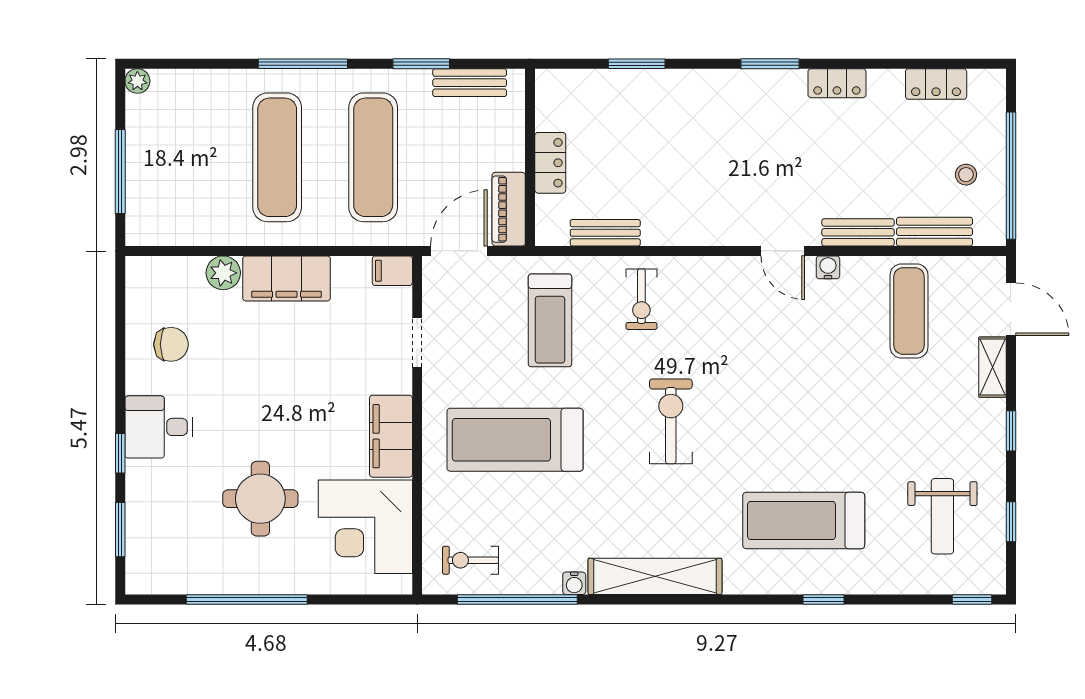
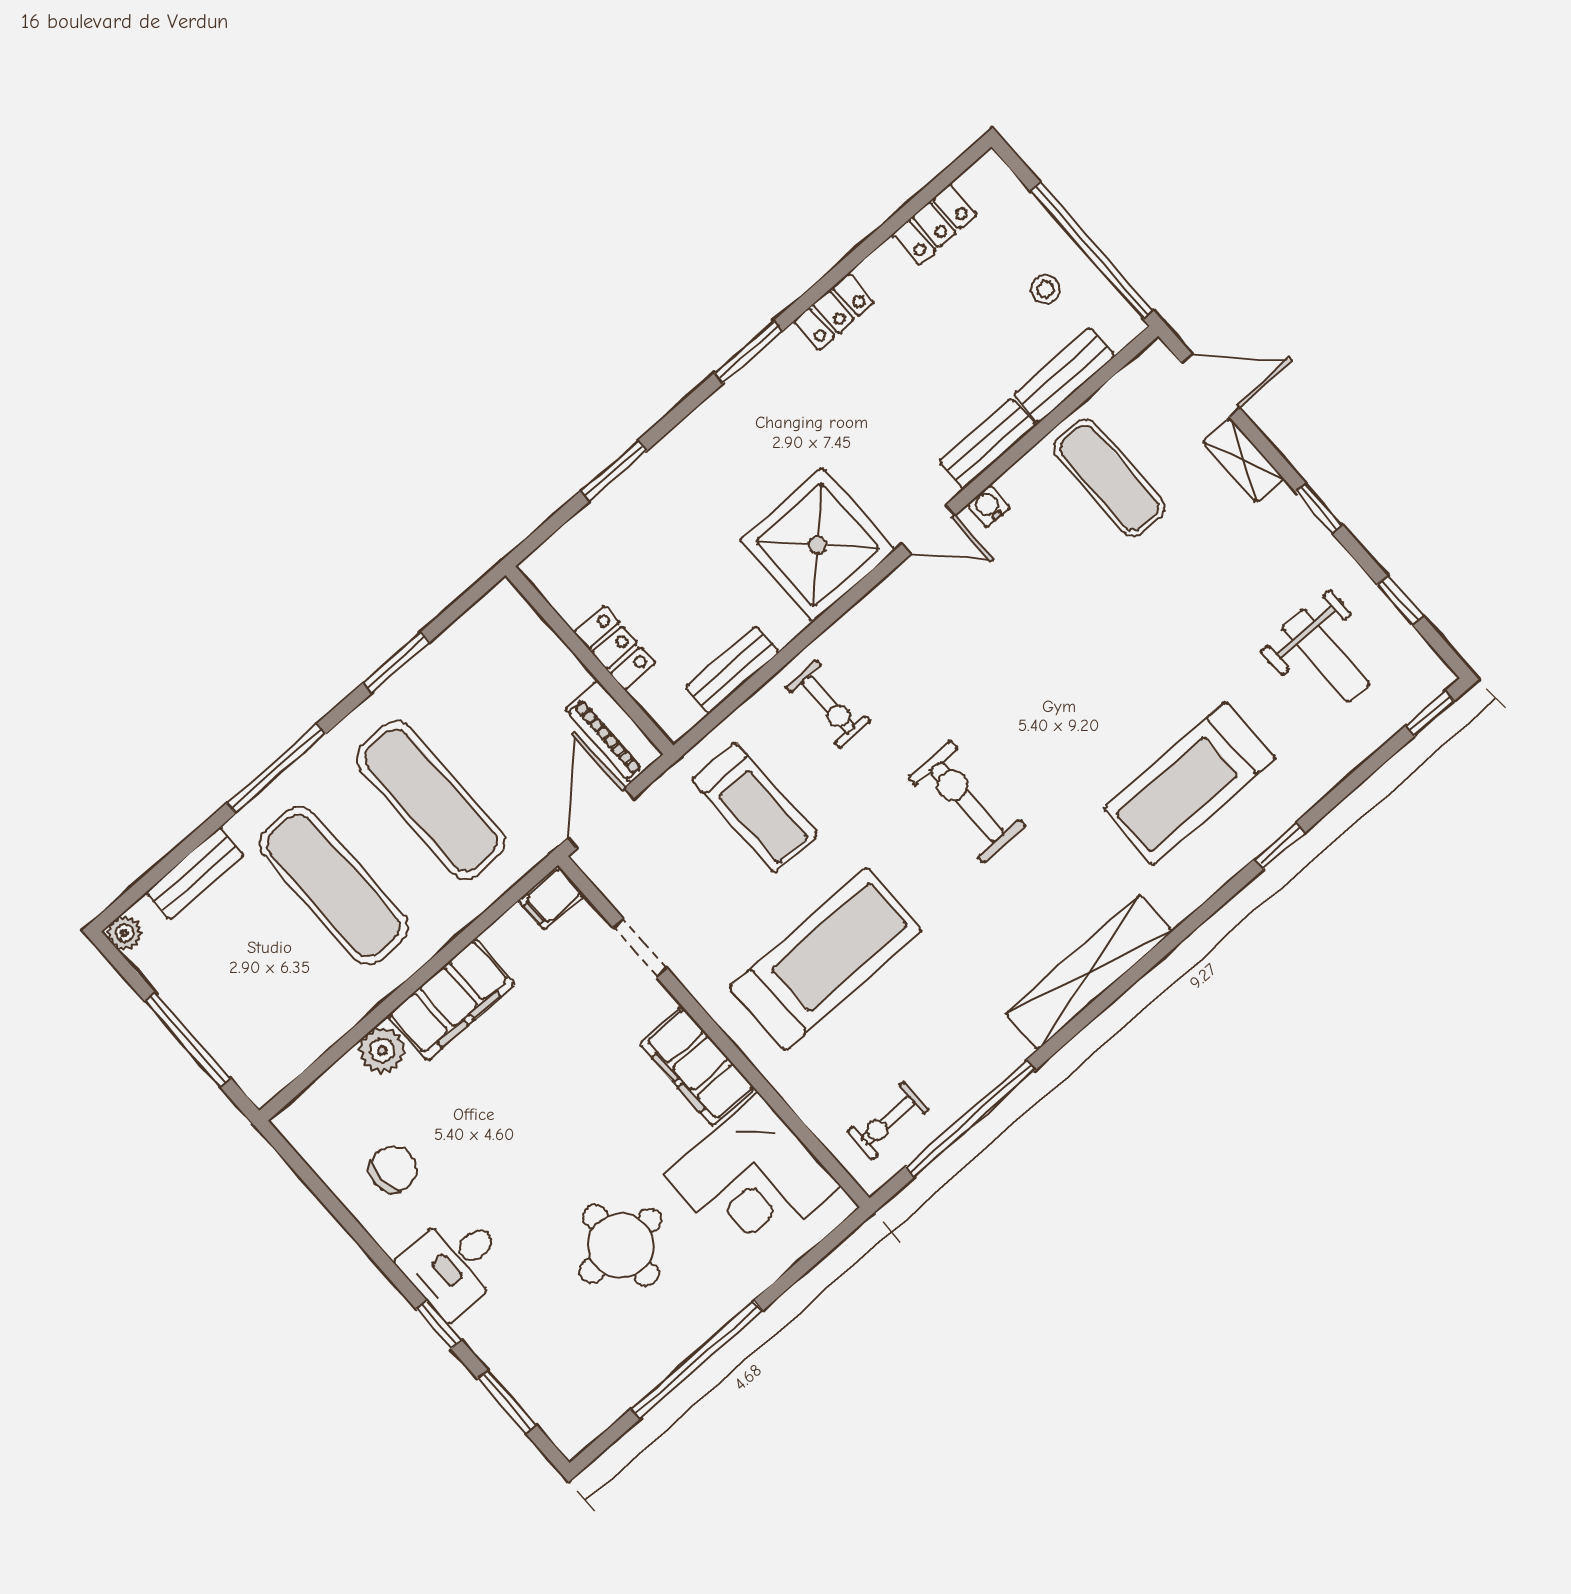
bench: (470, 83) -> (195, 874), moved
shower: (714, 205) -> (818, 545), added
treadmill: (515, 440) -> (826, 959), turned 180
water cooler: (574, 583) -> (1013, 1051), removed

